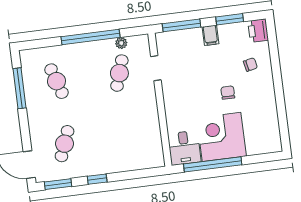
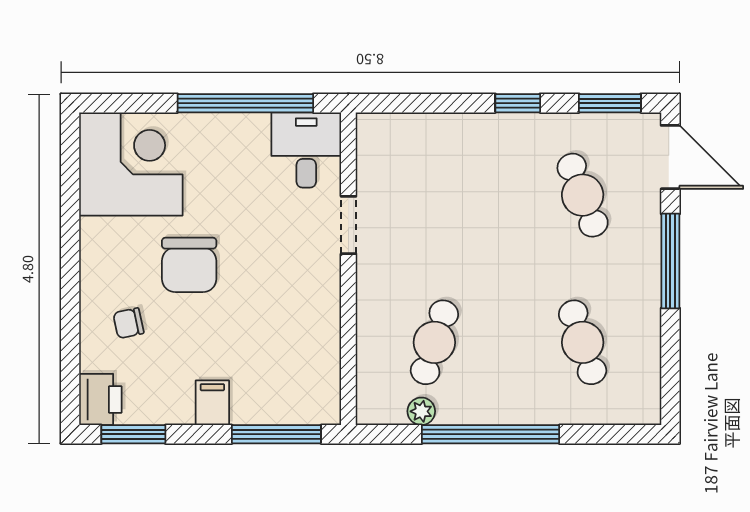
window: (230, 19) -> (133, 434), moved
doorway: (156, 68) -> (348, 225), moved
window: (20, 88) -> (670, 261), moved
chair: (228, 93) -> (189, 265), width x1.87, depth x1.87
corner desk: (222, 137) -> (131, 164), moved, turned -90
cafe table: (65, 144) -> (583, 195), turned -42

